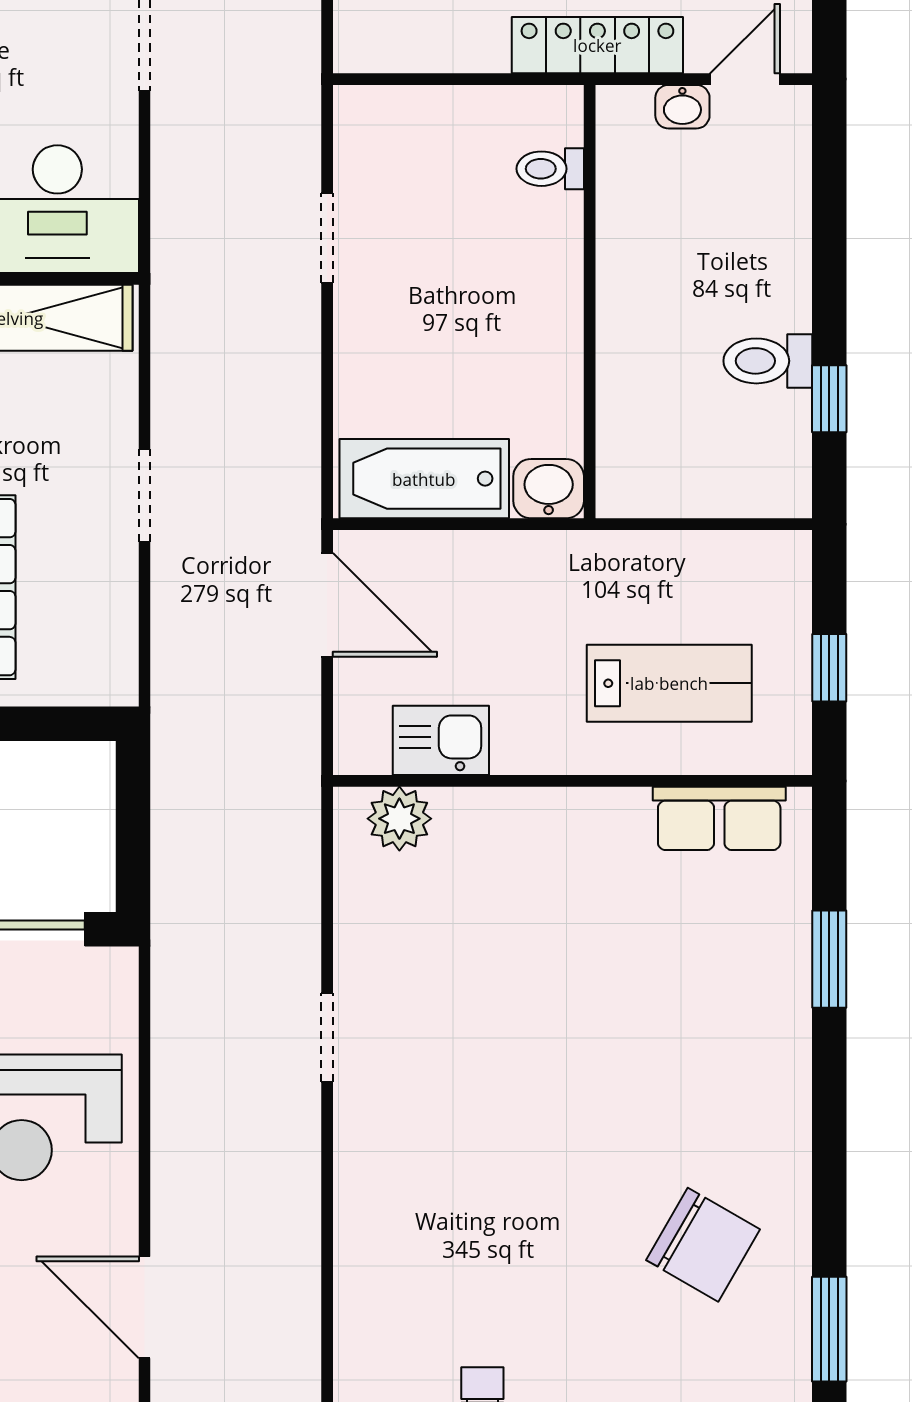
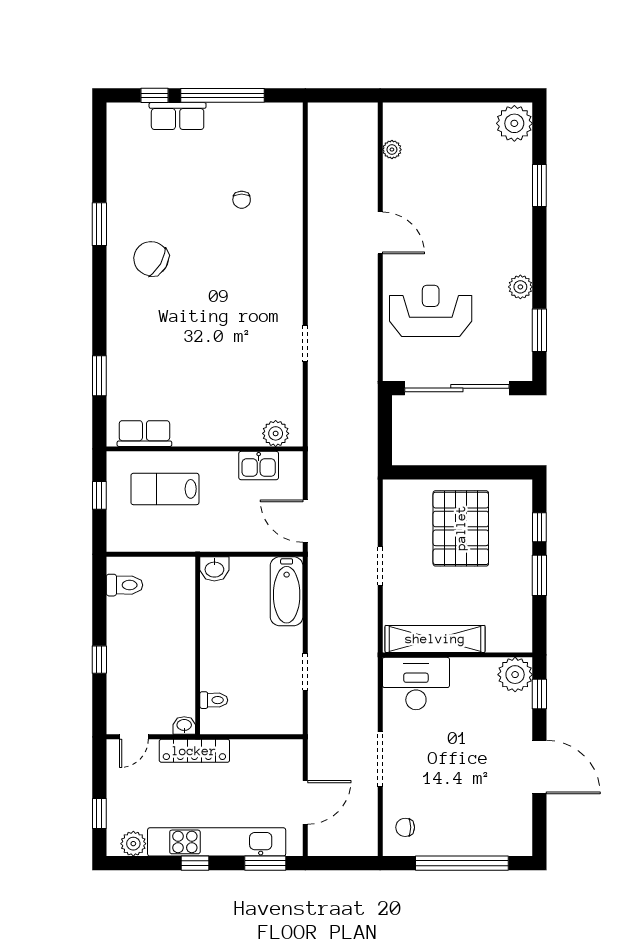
washbasin: (682, 107) -> (184, 726), moved
toilet: (768, 361) -> (124, 585), moved
window: (829, 399) -> (99, 660), moved
bathtub: (424, 479) -> (287, 591), moved, turned 90

